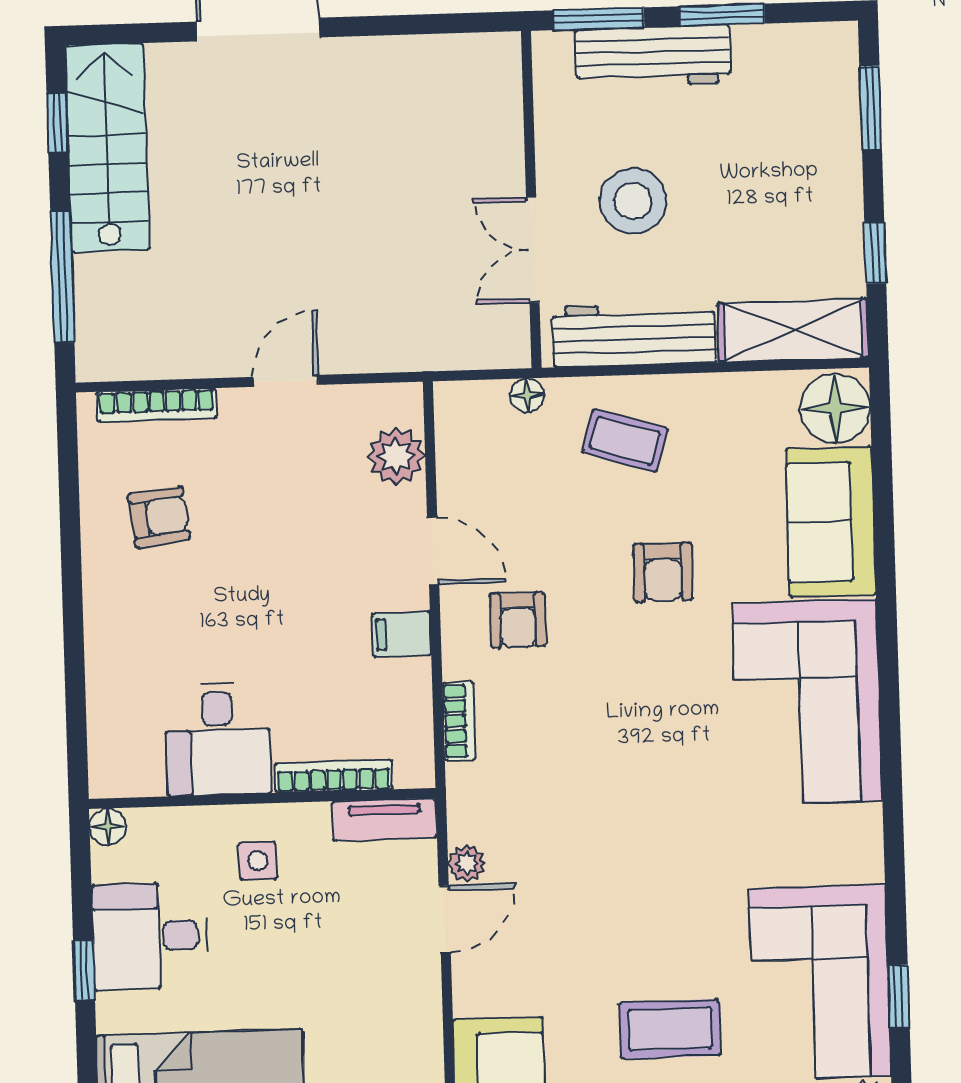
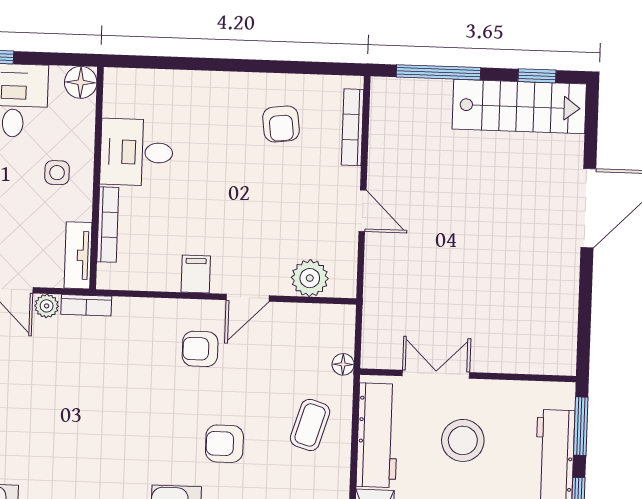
bookcase: (459, 721) -> (86, 305), moved
floor lamp: (108, 827) -> (81, 82), width x1.37, depth x1.37

